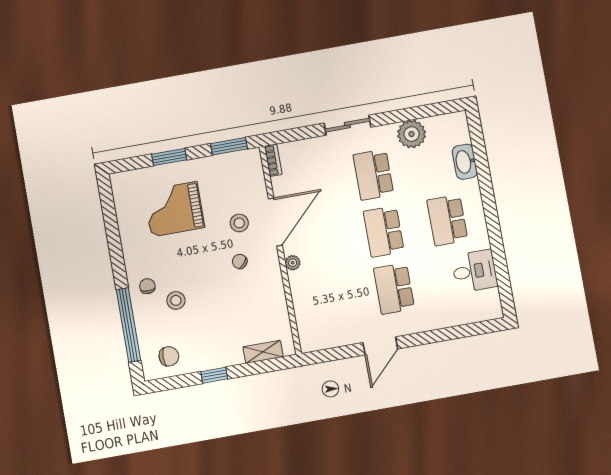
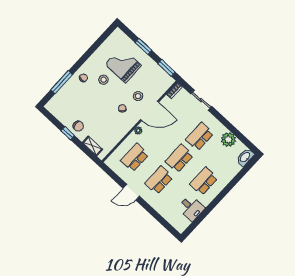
sliding door: (347, 125) -> (201, 100), moved
washbasin: (465, 162) -> (245, 157), moved
stool: (176, 300) -> (104, 80), moved
school desk: (330, 300) -> (135, 158), added
window: (128, 325) -> (62, 82), width x0.68
chair: (169, 356) -> (78, 126), moved

